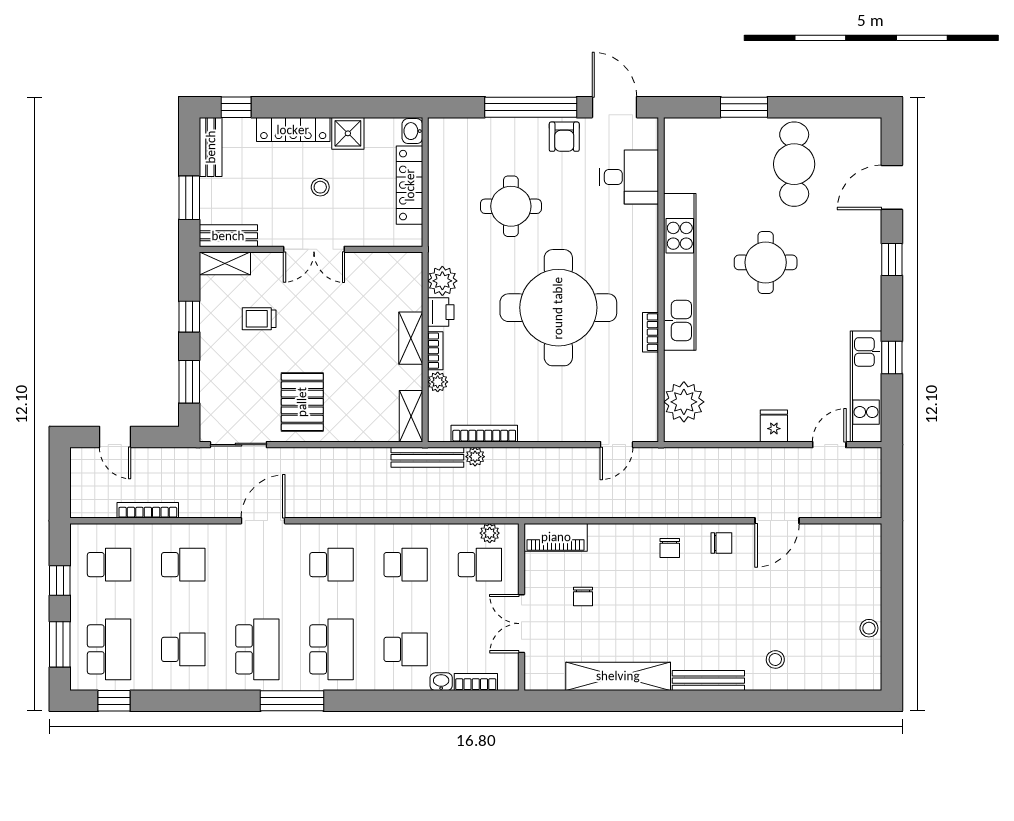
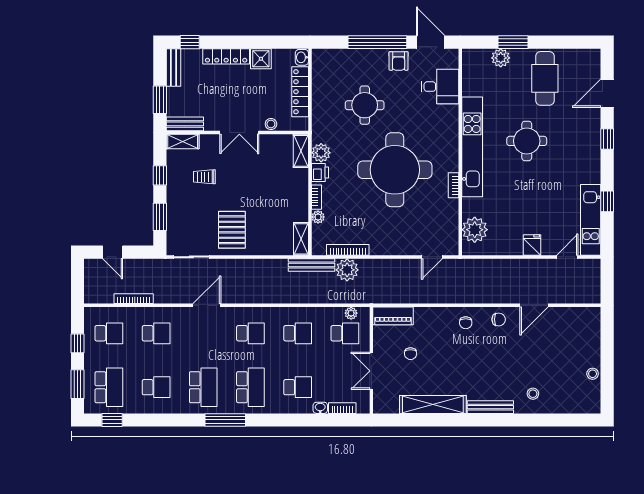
plant: (725, 132) -> (501, 58), added
stool: (320, 187) -> (271, 124), moved
shelving: (411, 338) -> (301, 151), moved
plant: (475, 457) -> (347, 270), width x1.87, depth x1.87

